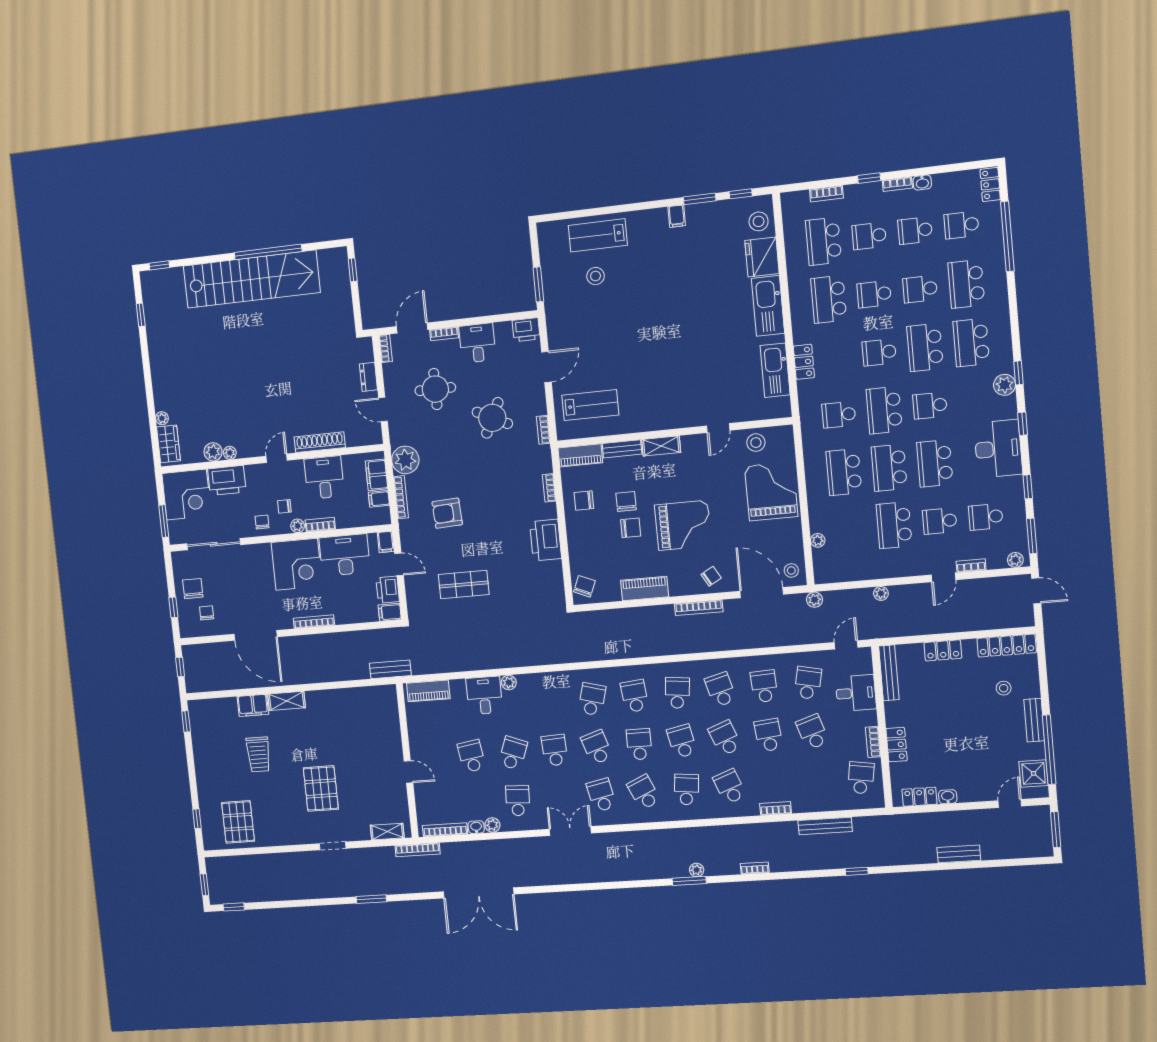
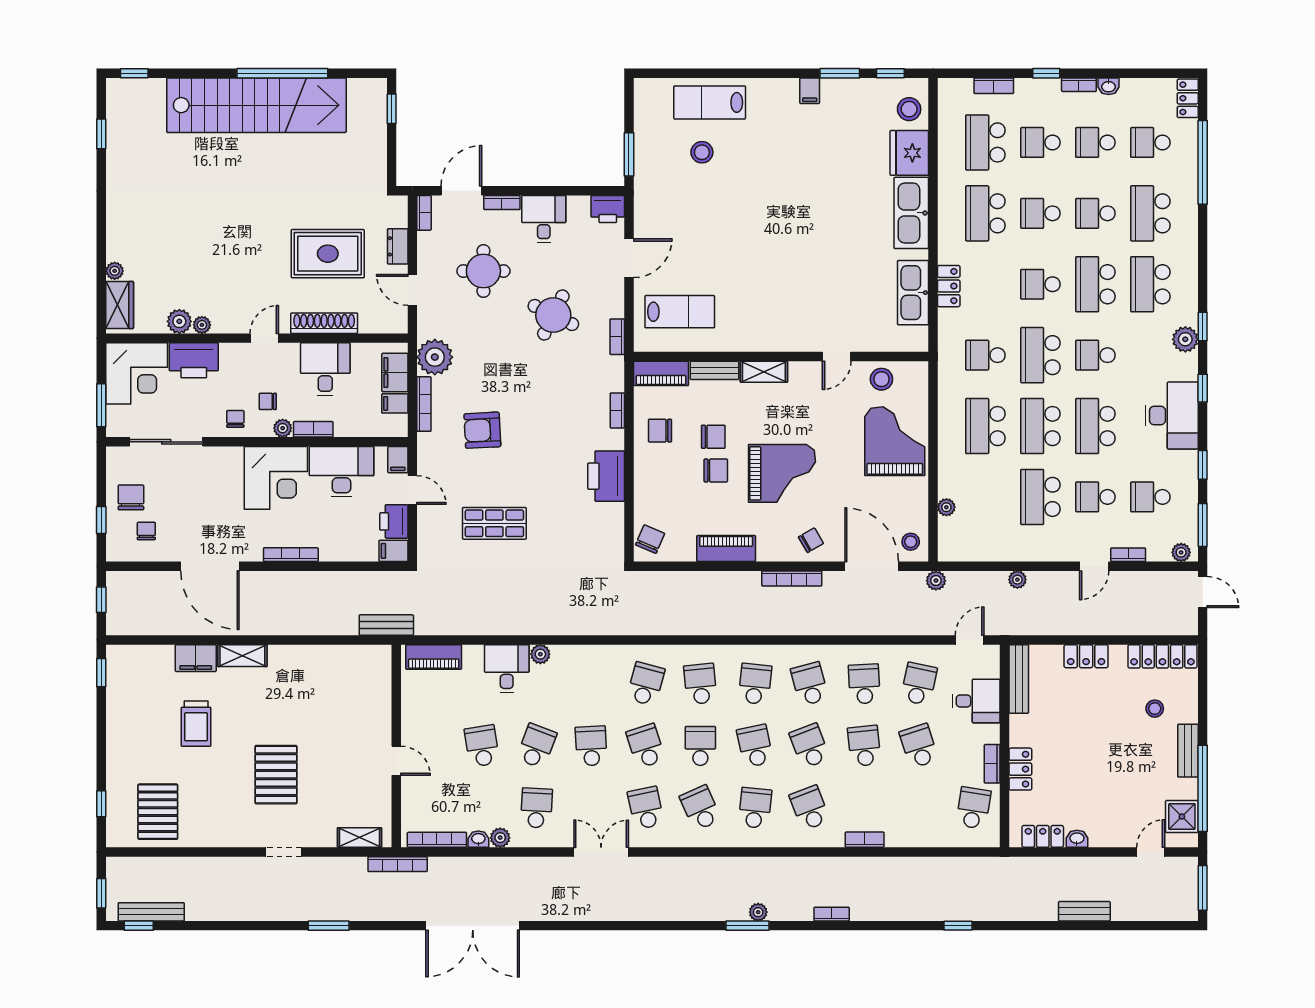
rug: (317, 388) -> (328, 254), added
chair: (626, 501) -> (713, 437), turned 90
bench: (825, 826) -> (151, 912), moved

